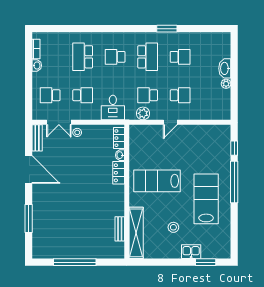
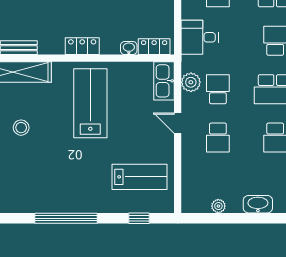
plant: (226, 84) -> (218, 206), moved
kitchen sink: (142, 131) -> (164, 81), added
locker: (119, 173) -> (82, 46), moved
window: (234, 182) -> (66, 218), moved
lab bench: (206, 199) -> (139, 177), moved, width x0.73, depth x0.72

